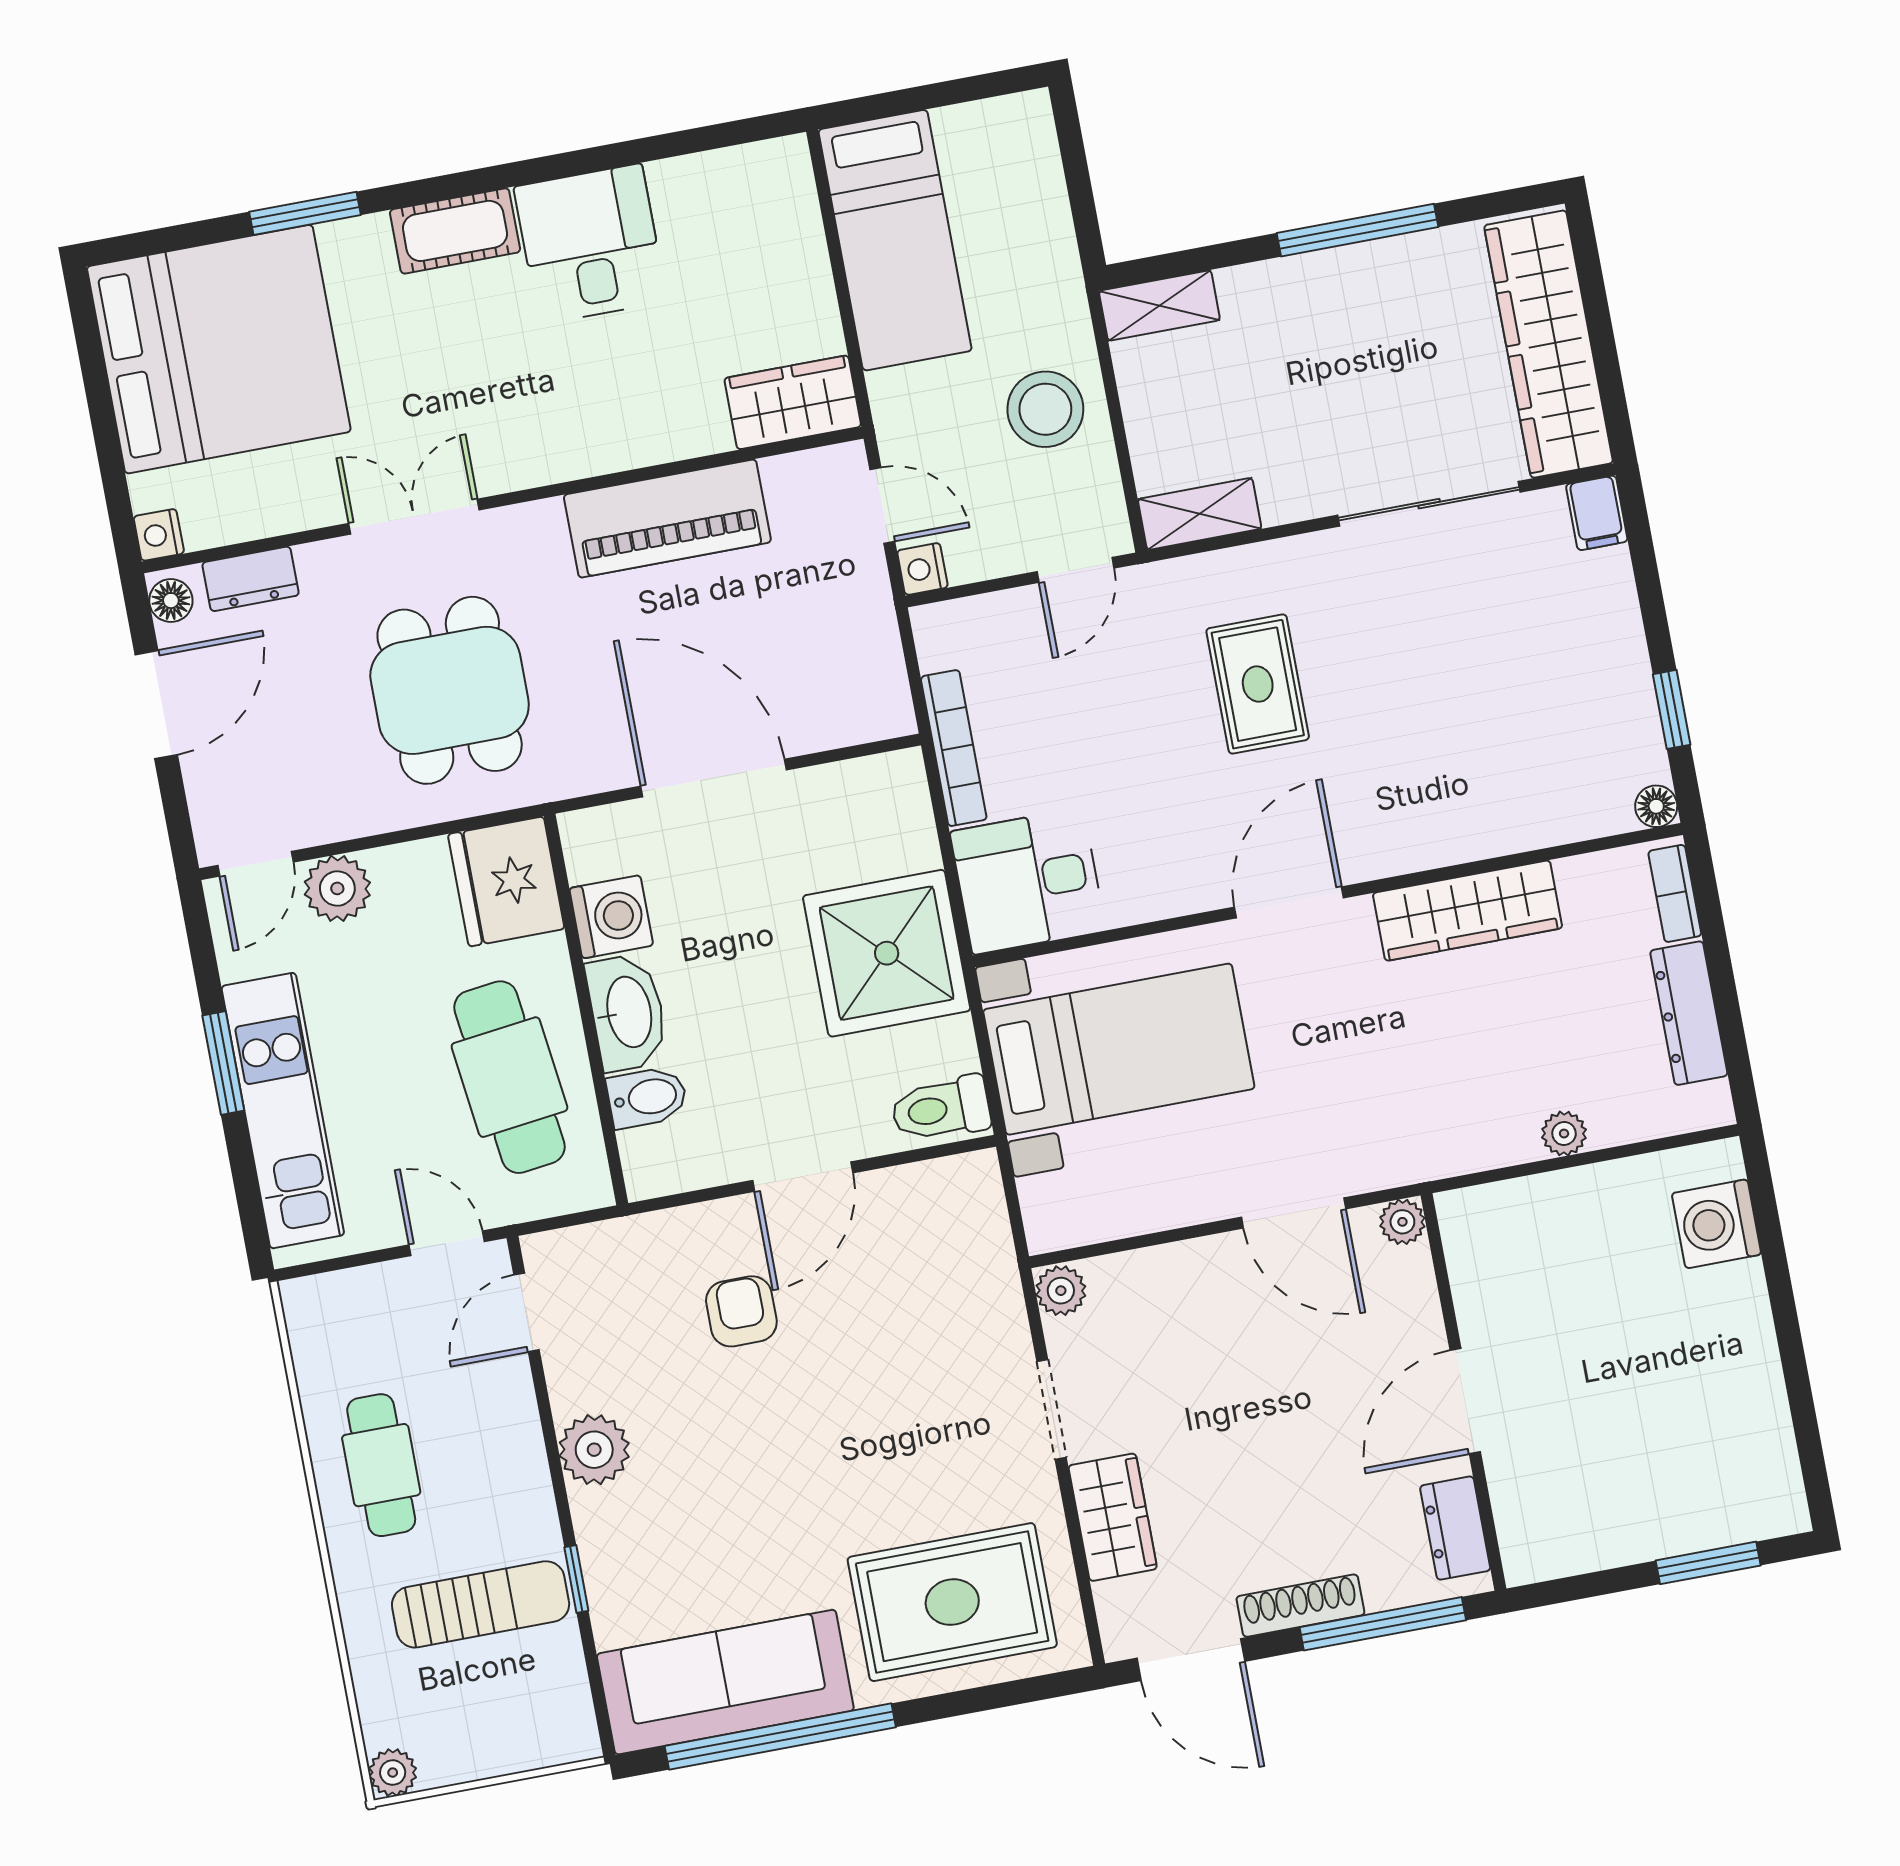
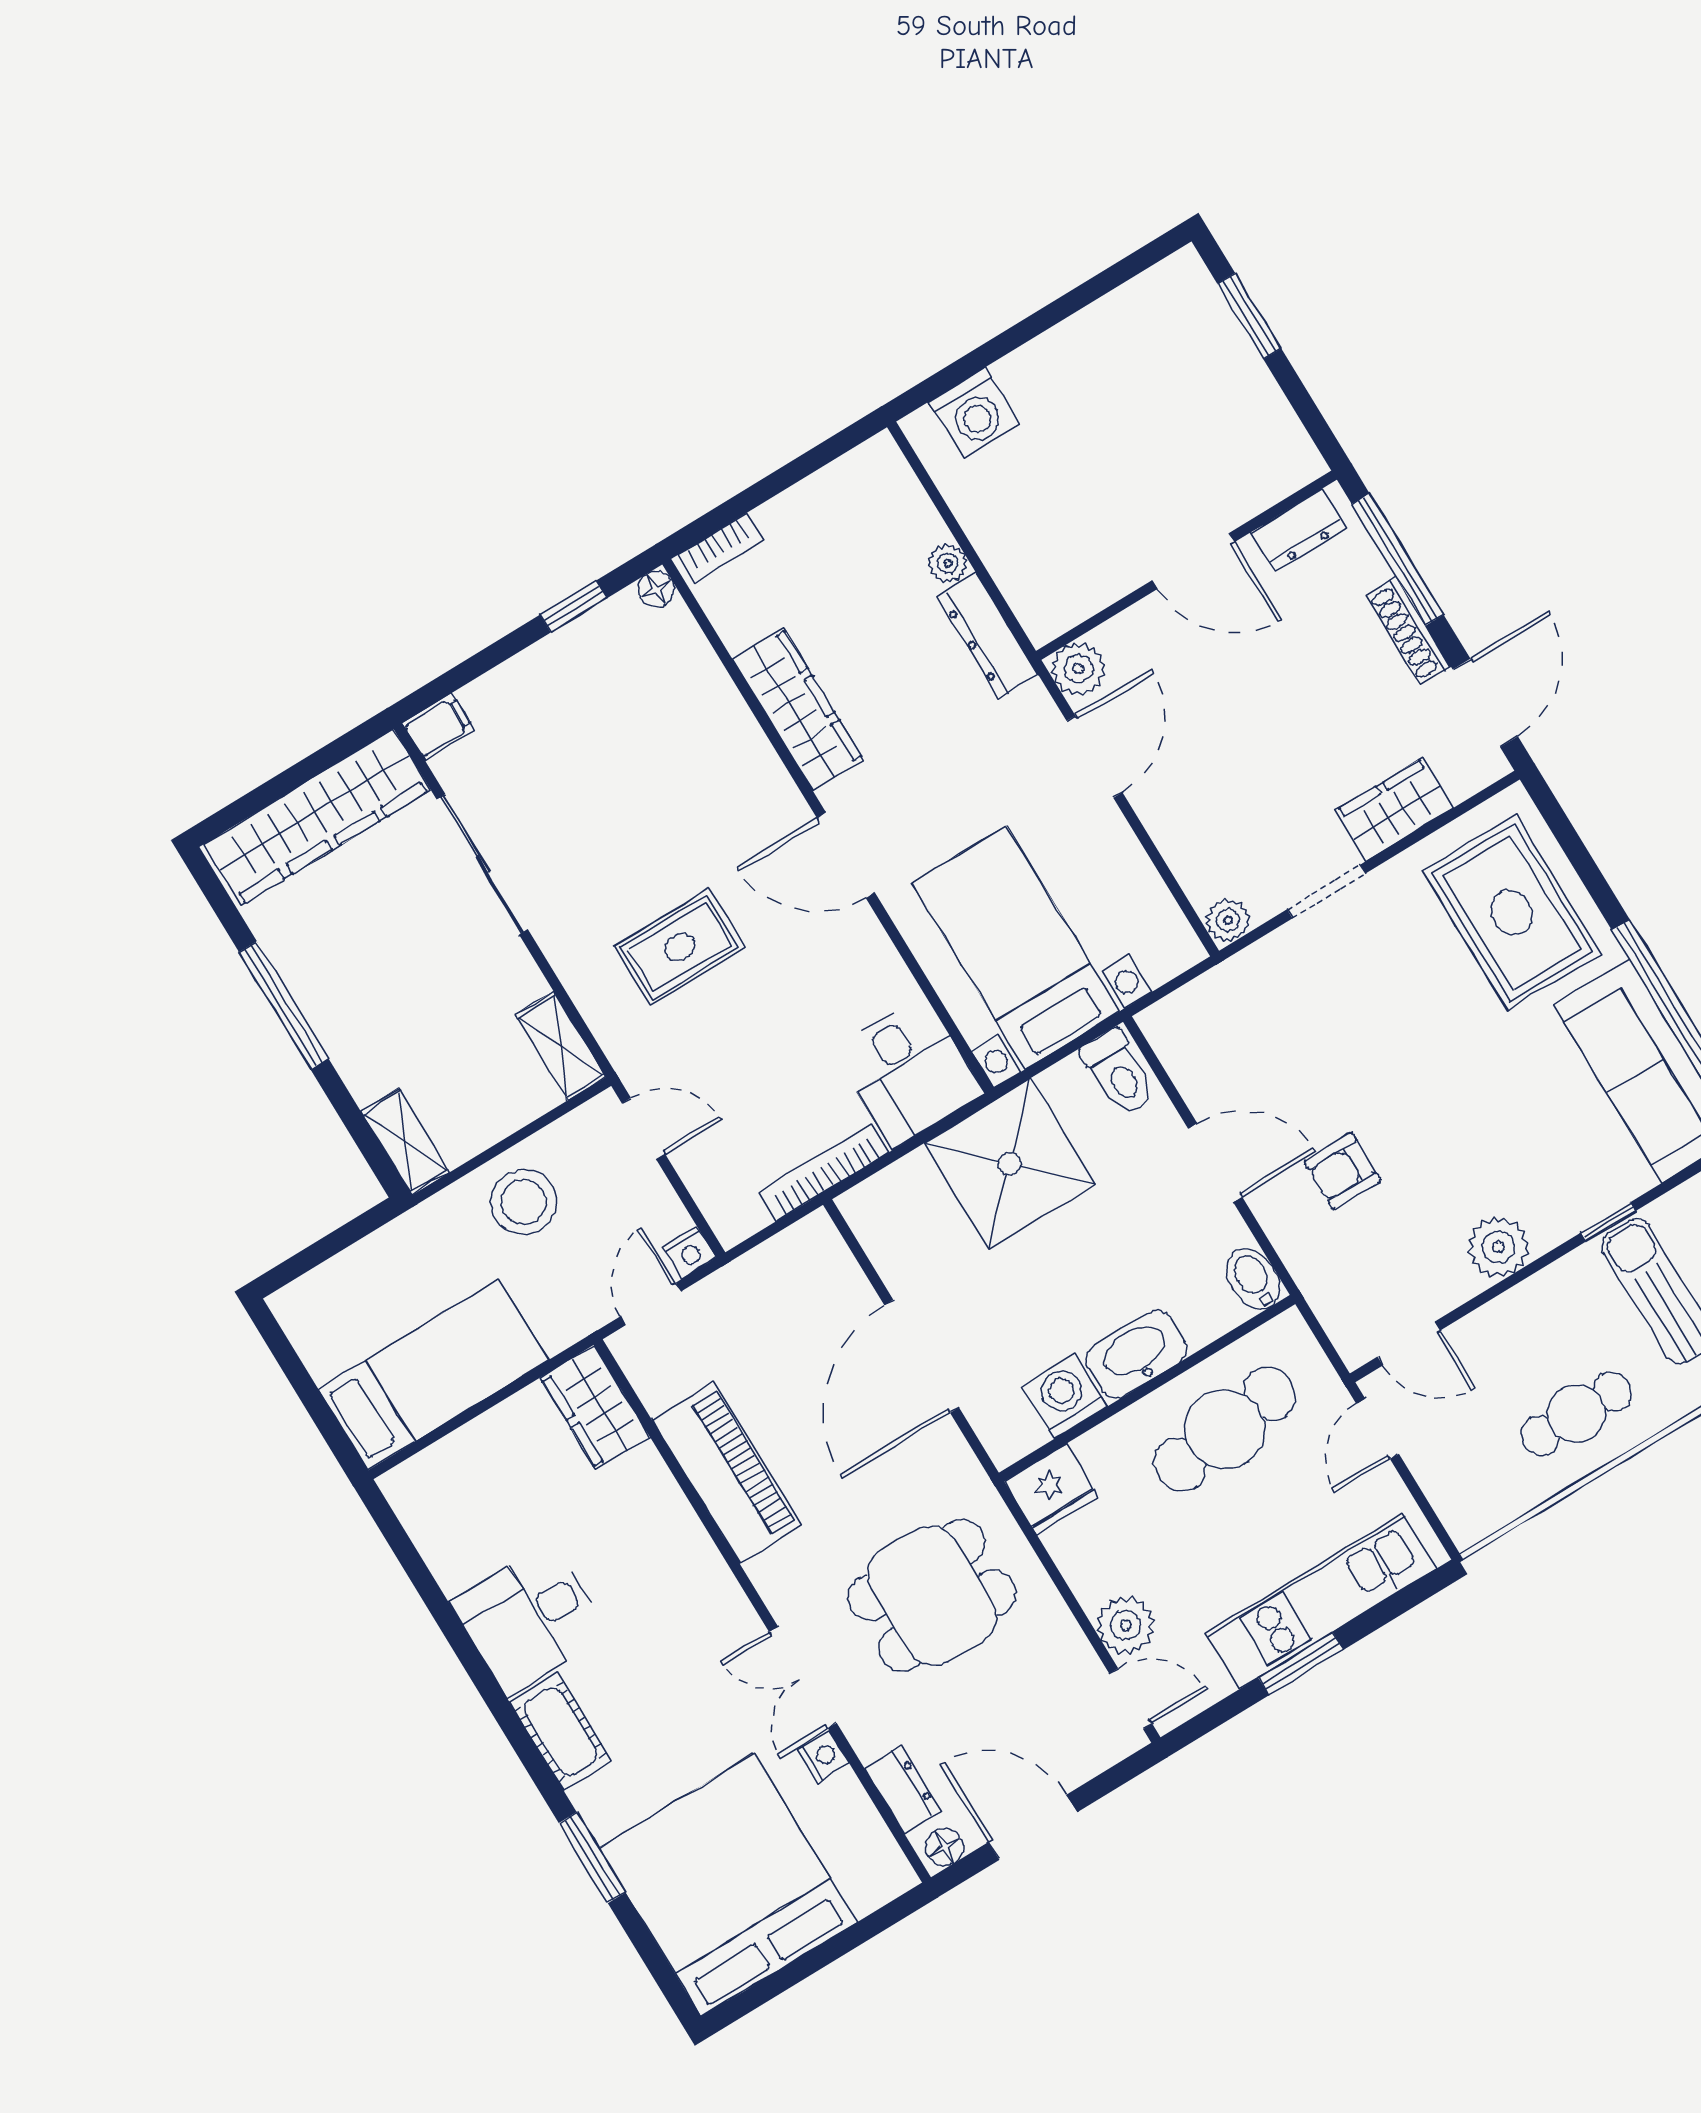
nightstand: (159, 535) -> (823, 1756), moved, turned -90
fridge: (506, 881) -> (1052, 1489), width x0.73, depth x0.75
dresser: (1689, 1013) -> (987, 636), moved, turned 90
bidet: (647, 1097) -> (1253, 1279), moved
plant: (1402, 1222) -> (1078, 669), width x1.38, depth x1.38

